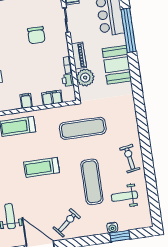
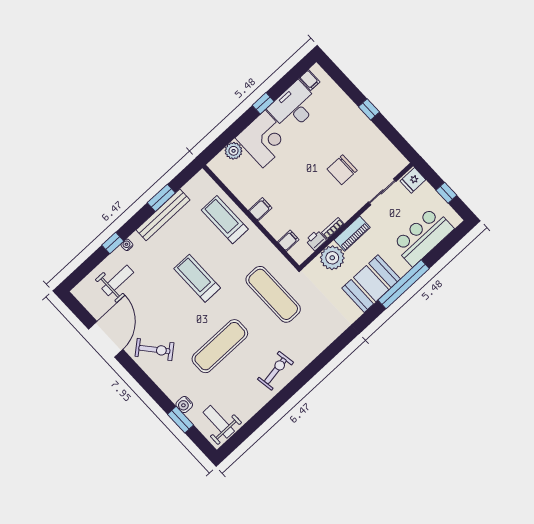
window: (129, 30) -> (404, 284), moved
filing cabinet: (52, 98) -> (288, 241), width x0.50
weight bench: (124, 196) -> (219, 422), moved

